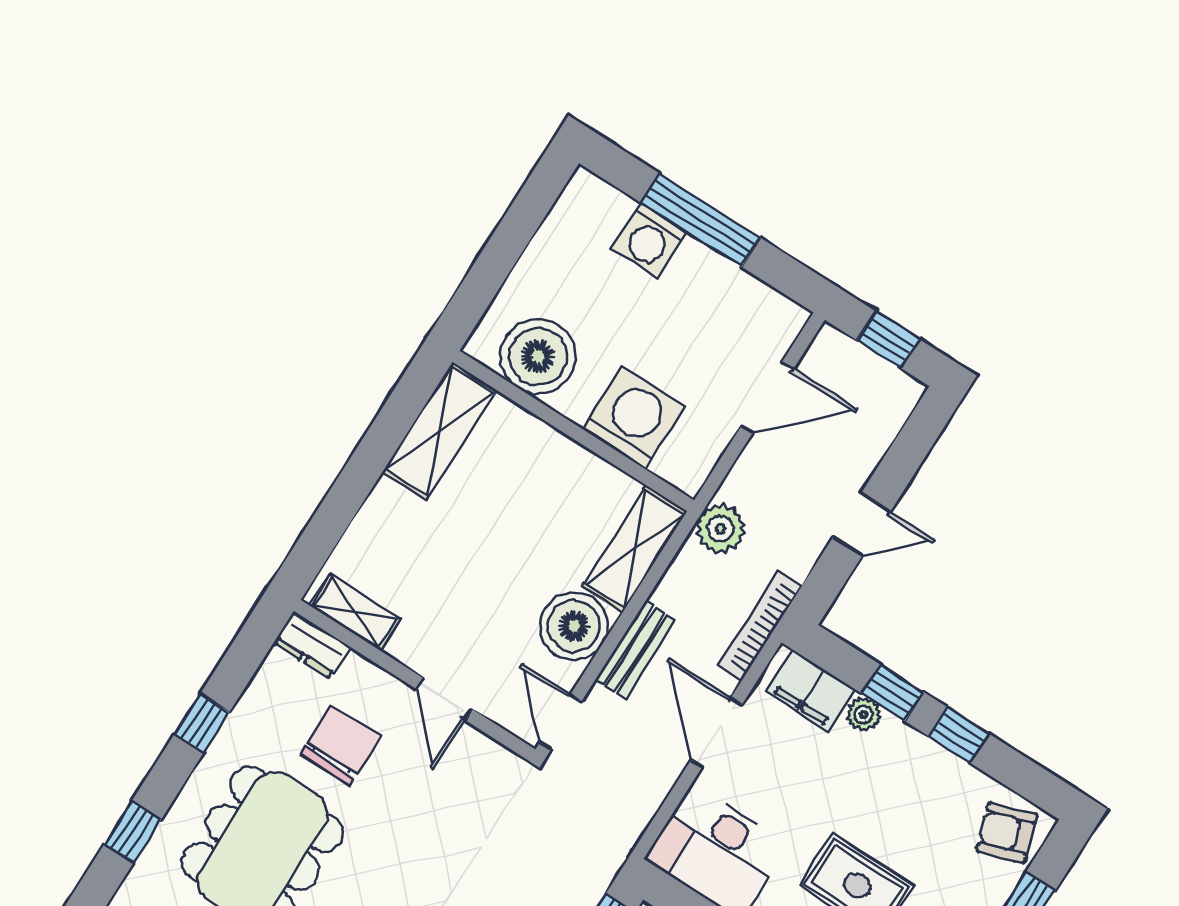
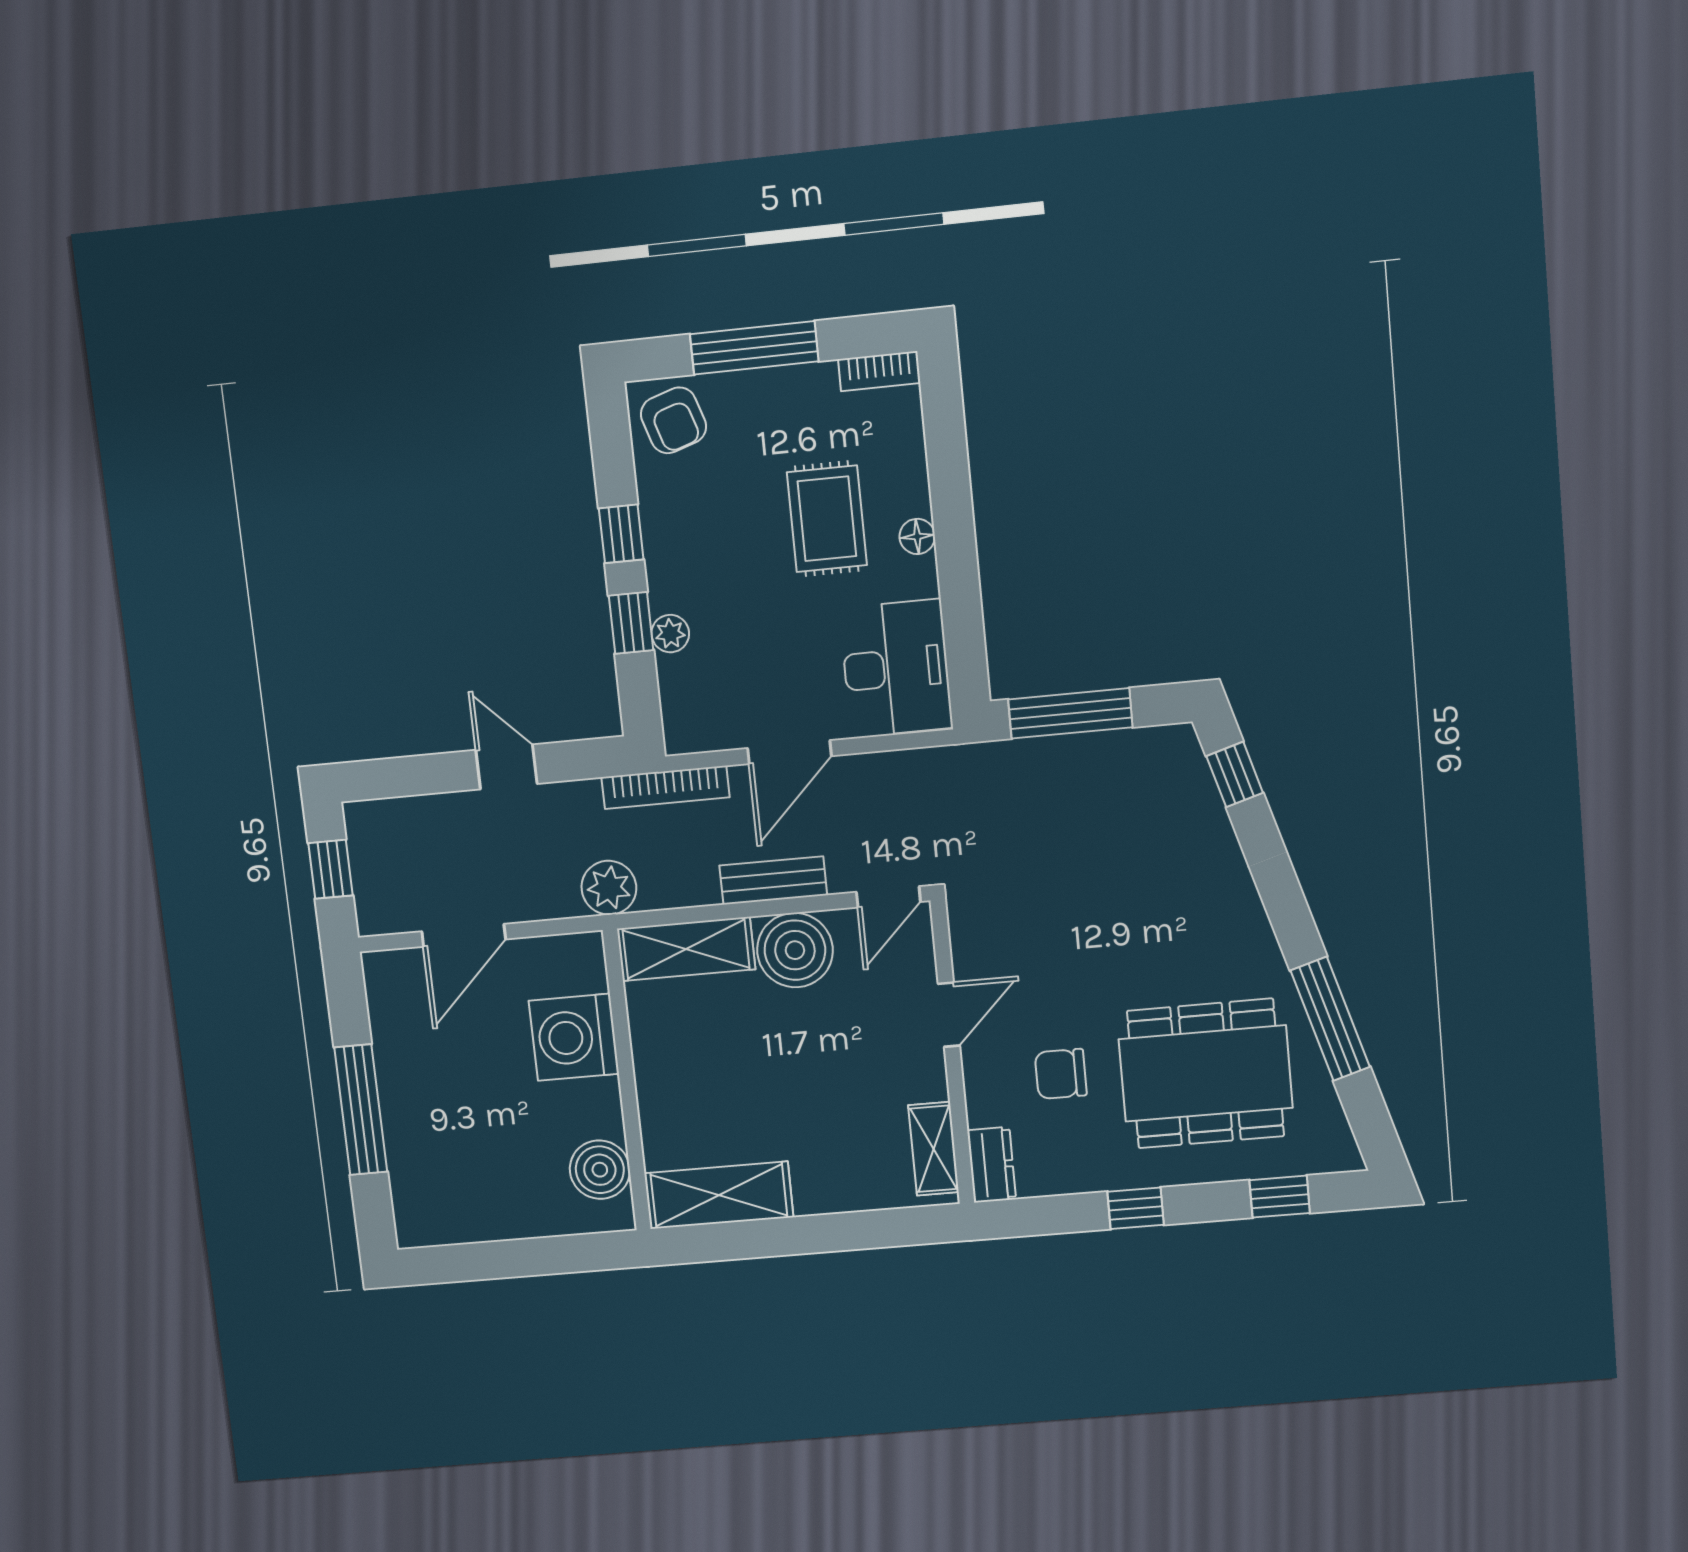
washing machine: (649, 240) -> (413, 1140), removed
boiler: (538, 356) -> (600, 1170), width x0.73, depth x0.73
door: (767, 397) -> (464, 935), swing flipped
filing cabinet: (811, 691) -> (687, 698), removed
chair: (340, 745) -> (1061, 1074), width x0.73, depth x0.73

